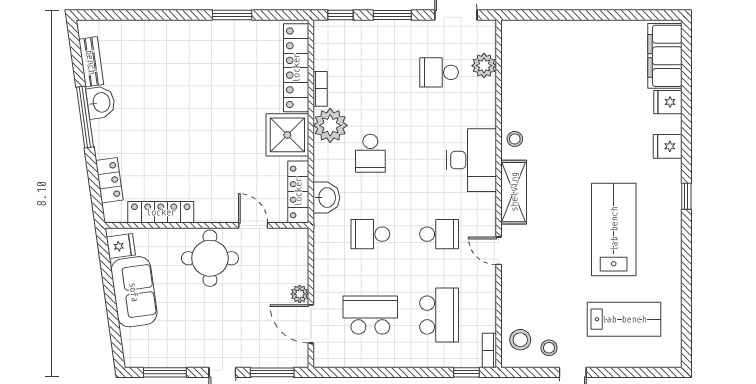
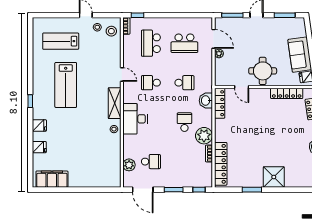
filing cabinet: (665, 56) -> (52, 179), moved, turned -90
shower: (287, 135) -> (274, 177), moved

